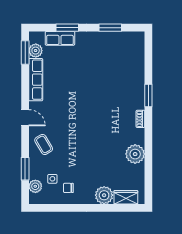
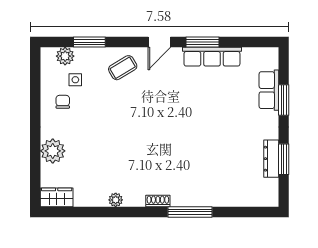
dresser: (110, 37) -> (271, 159), added
plant: (36, 51) -> (252, 57), removed
window: (25, 53) -> (203, 42), moved
window: (148, 96) -> (190, 212), width x1.44
plant: (135, 154) -> (116, 200), width x0.53, depth x0.53
wardrobe: (126, 197) -> (57, 197), moved, turned -90

